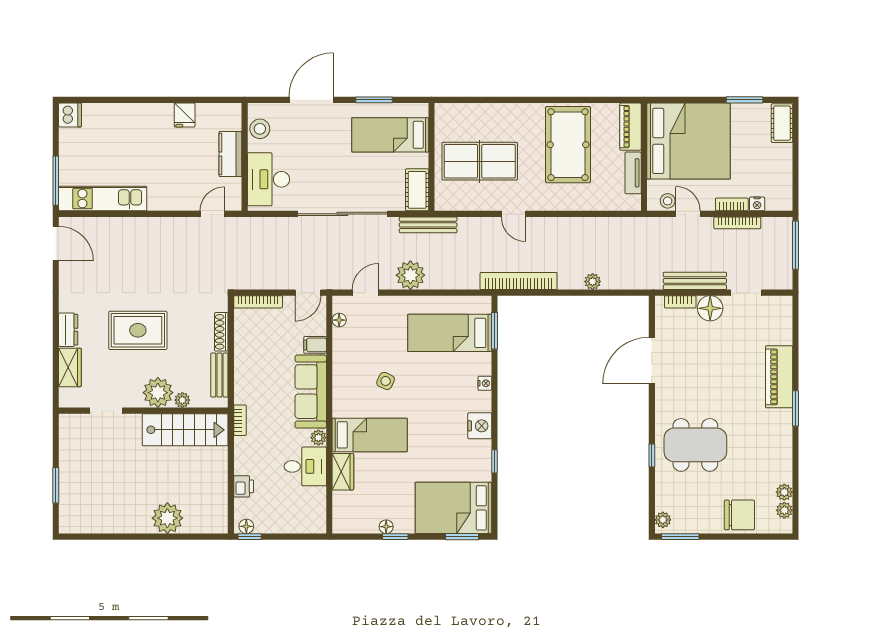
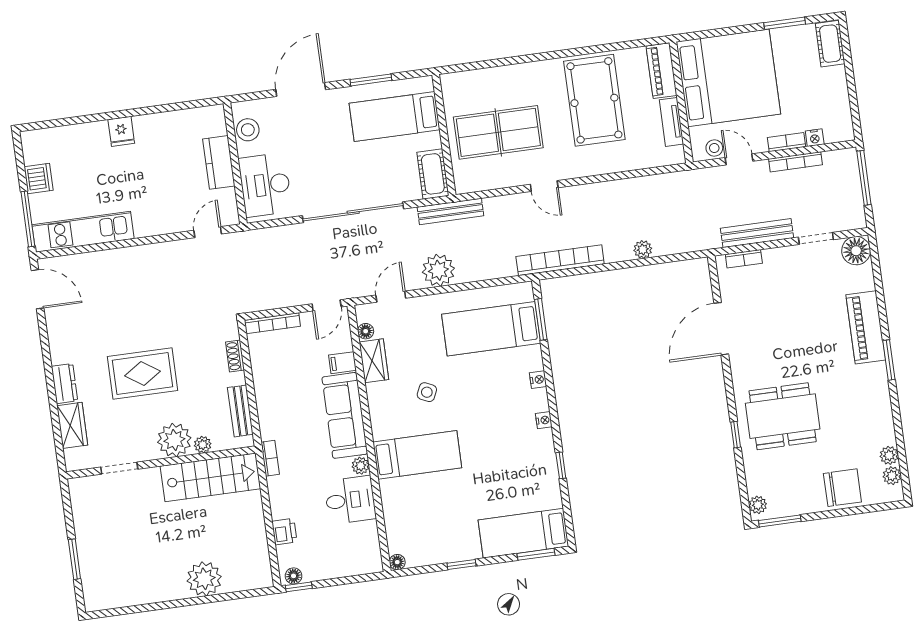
dishwasher: (70, 115) -> (39, 179), moved
fridge: (185, 115) -> (121, 131), moved
floor lamp: (710, 308) -> (856, 251), moved
shoe rack: (221, 332) -> (235, 356), width x0.70
nightstand: (480, 426) -> (544, 420), width x0.53, depth x0.56
wardrobe: (343, 472) -> (374, 361), moved
bed: (453, 508) -> (523, 533), width x0.67
floor lamp: (386, 527) -> (397, 562), moved

